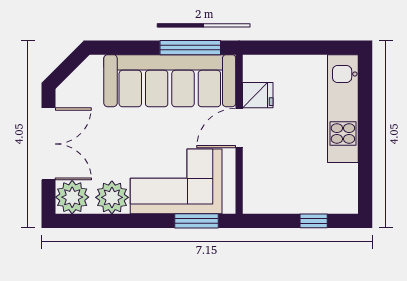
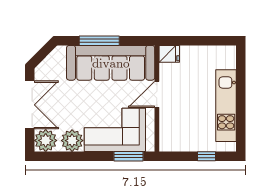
window: (190, 48) -> (99, 41), moved
fridge: (258, 95) -> (169, 54), moved
kitchen unit: (343, 109) -> (226, 106), moved

